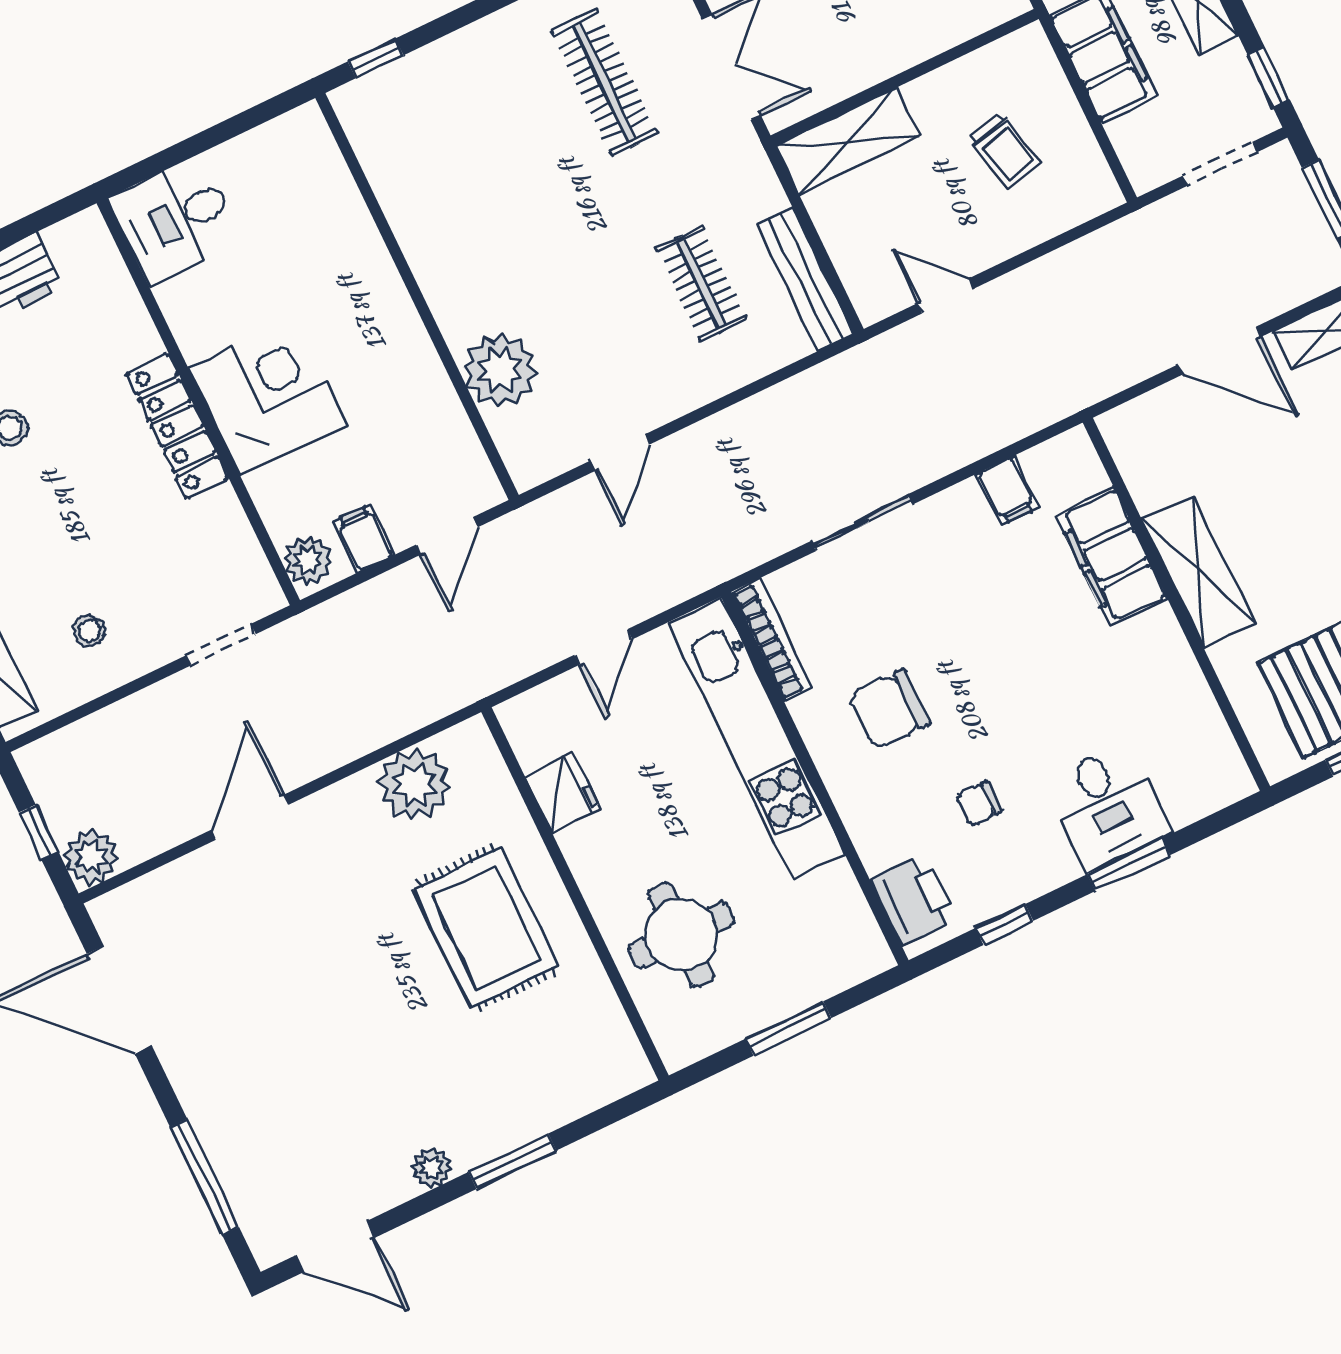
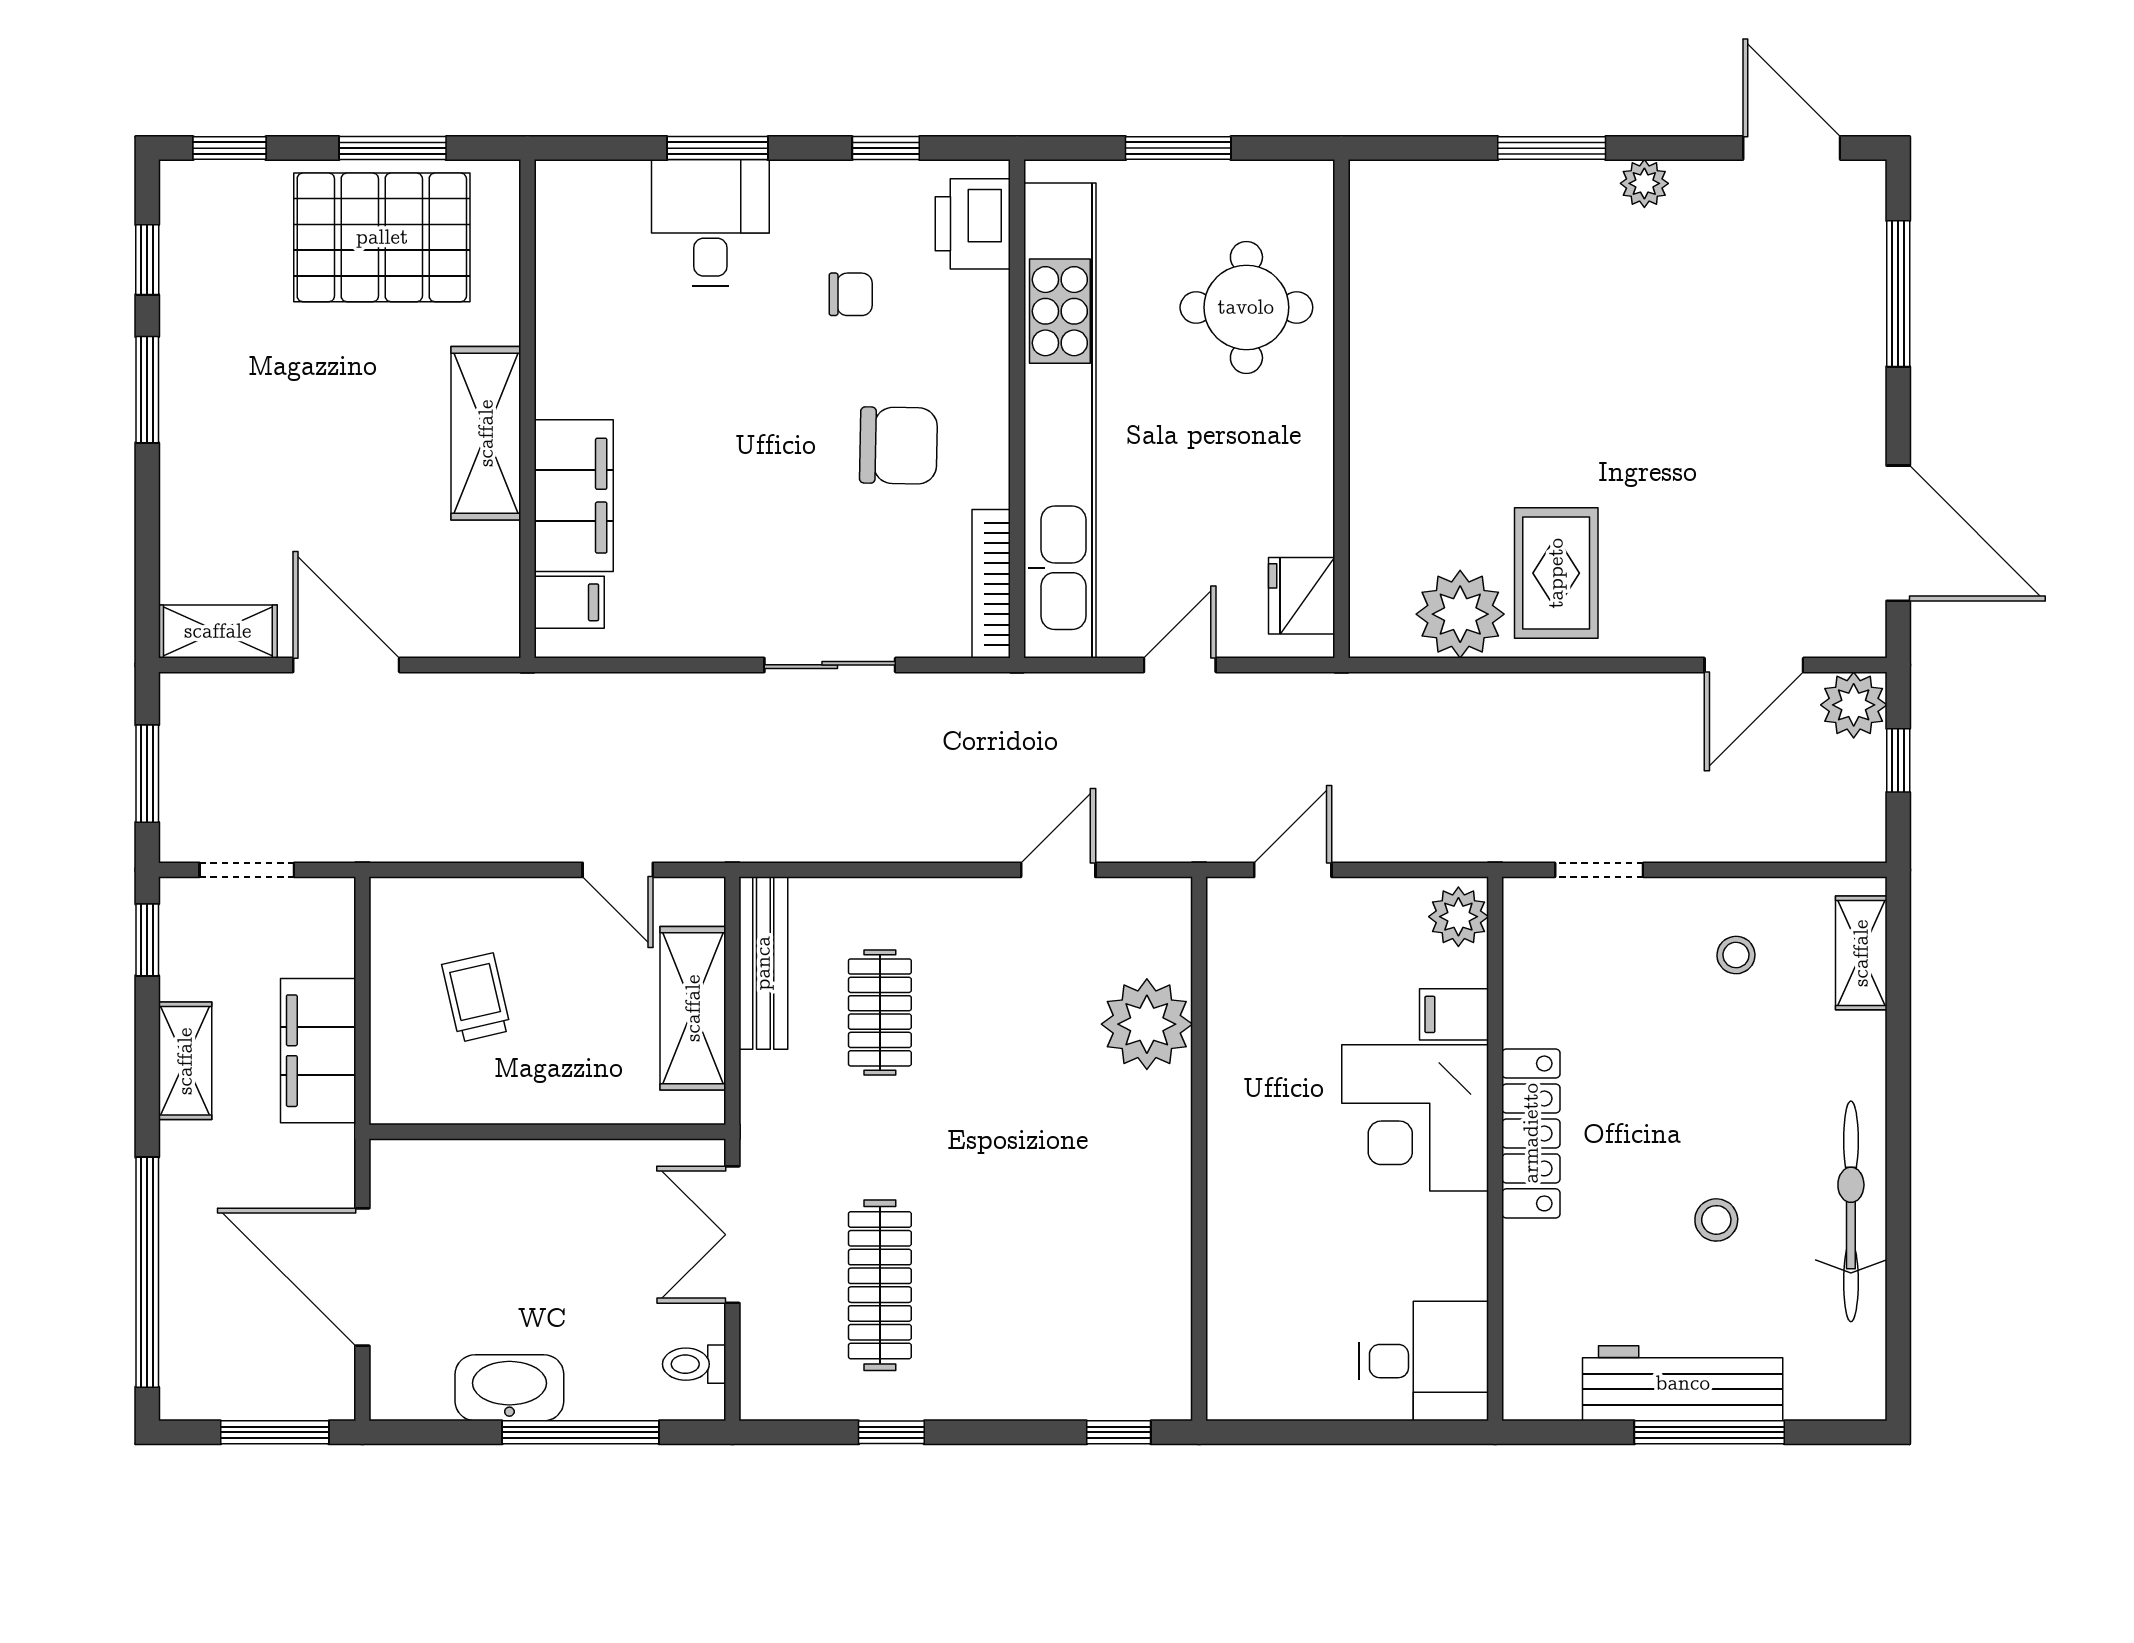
shelving: (848, 141) -> (693, 1008), moved, turned 90
filing cabinet: (1007, 491) -> (569, 602), moved, turned 90
filing cabinet: (364, 538) -> (1454, 1014), moved, turned 90
kitchen unit: (756, 738) -> (1060, 420), width x1.36
fridge: (562, 792) -> (1302, 596), moved
door: (250, 817) -> (1754, 665), moved
rug: (486, 928) -> (1556, 573), moved, width x0.73, depth x0.70

